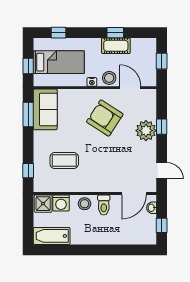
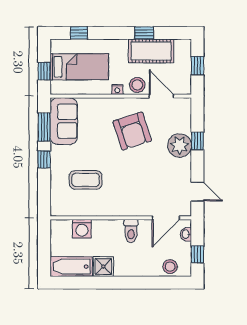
cot: (116, 46) -> (151, 51), width x1.37, depth x1.34
armchair: (105, 118) -> (132, 131), turned -141
window: (28, 171) -> (44, 159), moved
shower: (43, 204) -> (103, 266), moved
stool: (84, 204) -> (170, 267), moved

